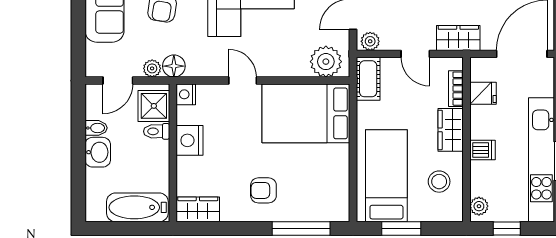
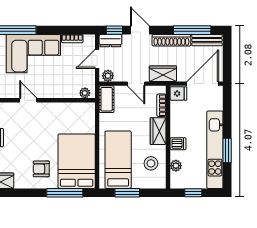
plant: (326, 62) -> (85, 93), width x0.53, depth x0.53
fridge: (483, 93) -> (178, 93), moved
bed: (306, 113) -> (77, 161), moved, turned 90
plant: (479, 206) -> (176, 166), moved

